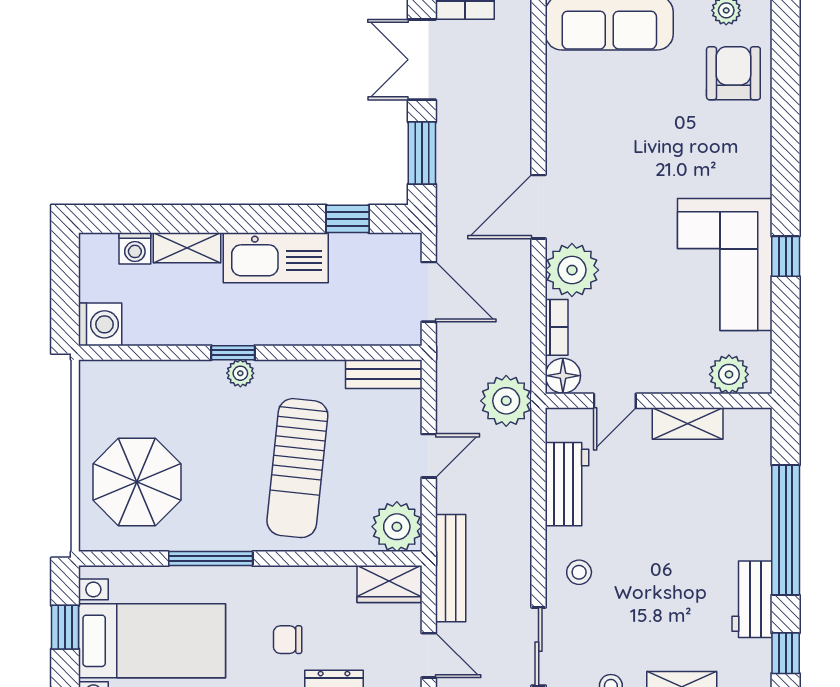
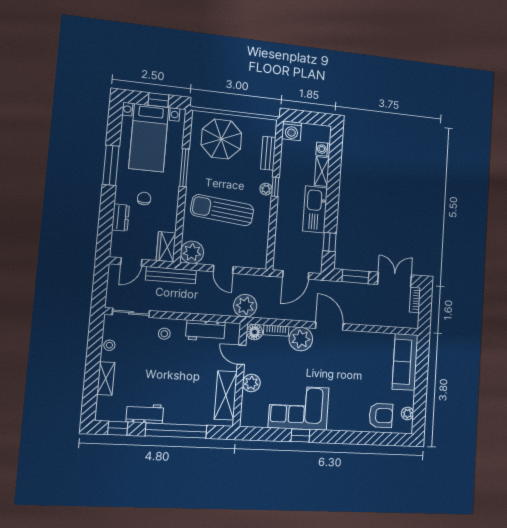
bench: (384, 374) -> (268, 153), moved
plant: (729, 374) -> (251, 383), moved
shelving: (688, 424) -> (226, 395), width x1.50, depth x1.33

